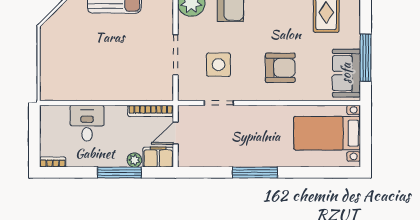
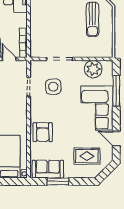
window: (366, 58) -> (58, 181), width x0.69
armchair: (280, 68) -> (43, 132), moved

